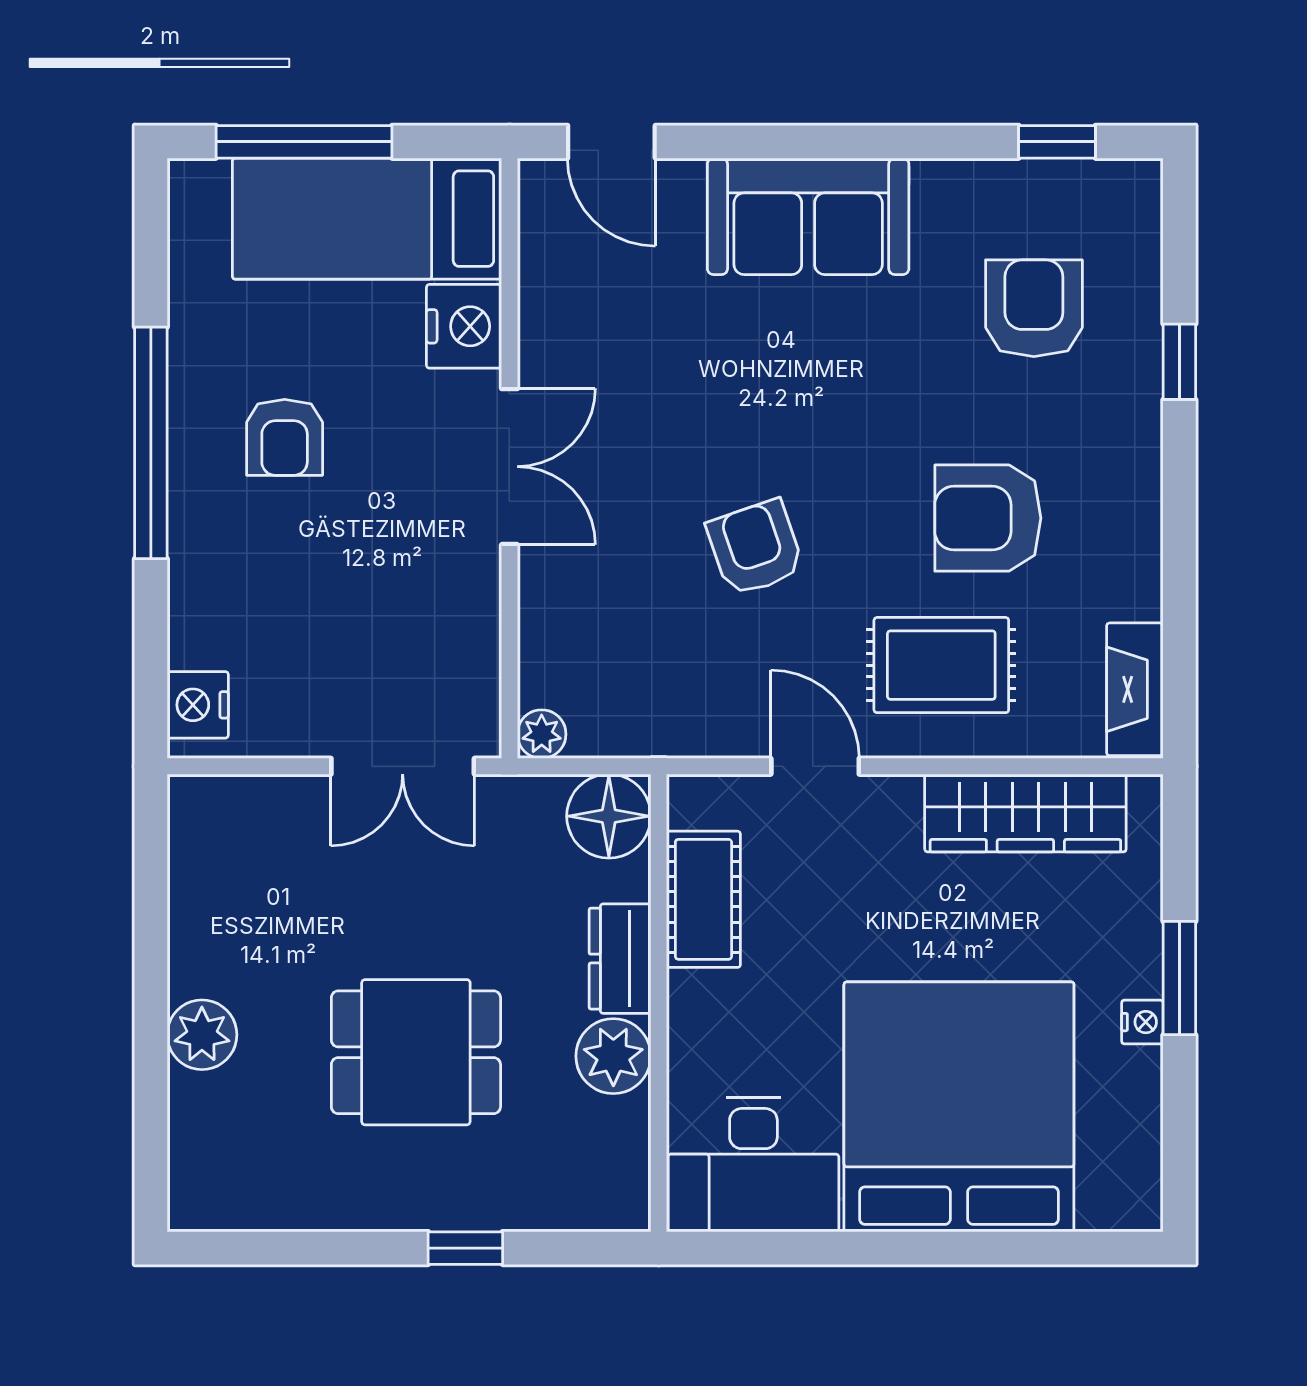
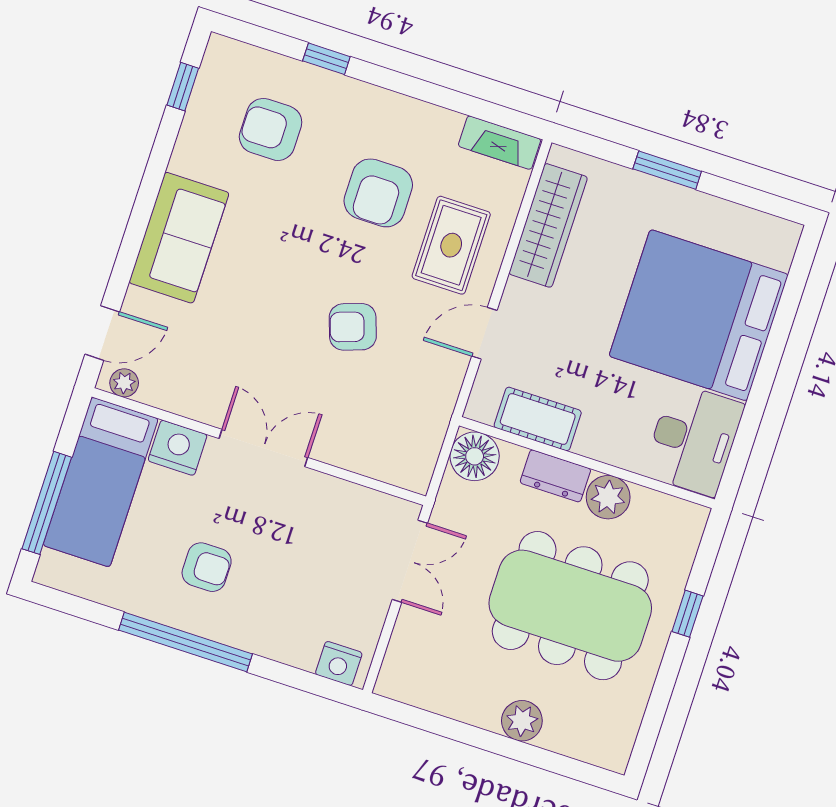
plant: (542, 734) -> (124, 383), moved
nightstand: (1142, 1022) -> (685, 199), removed
dining table: (416, 1052) -> (570, 606), width x1.87, depth x1.24

